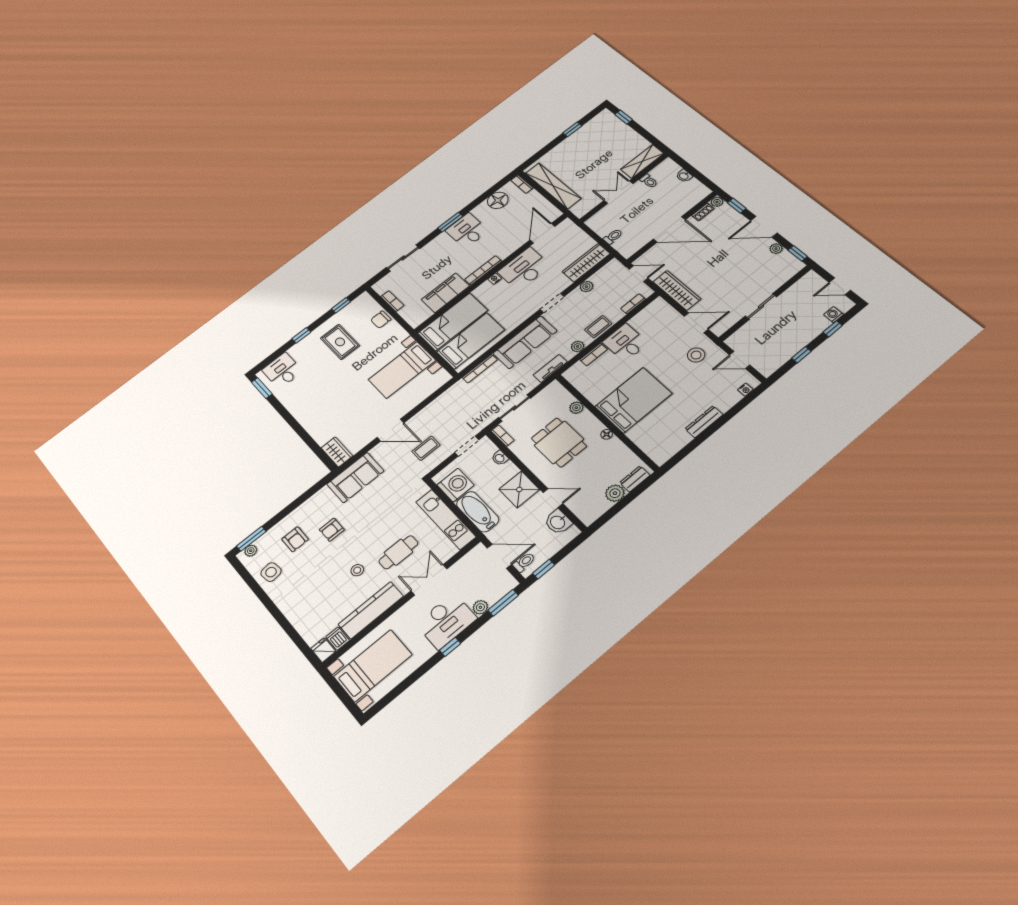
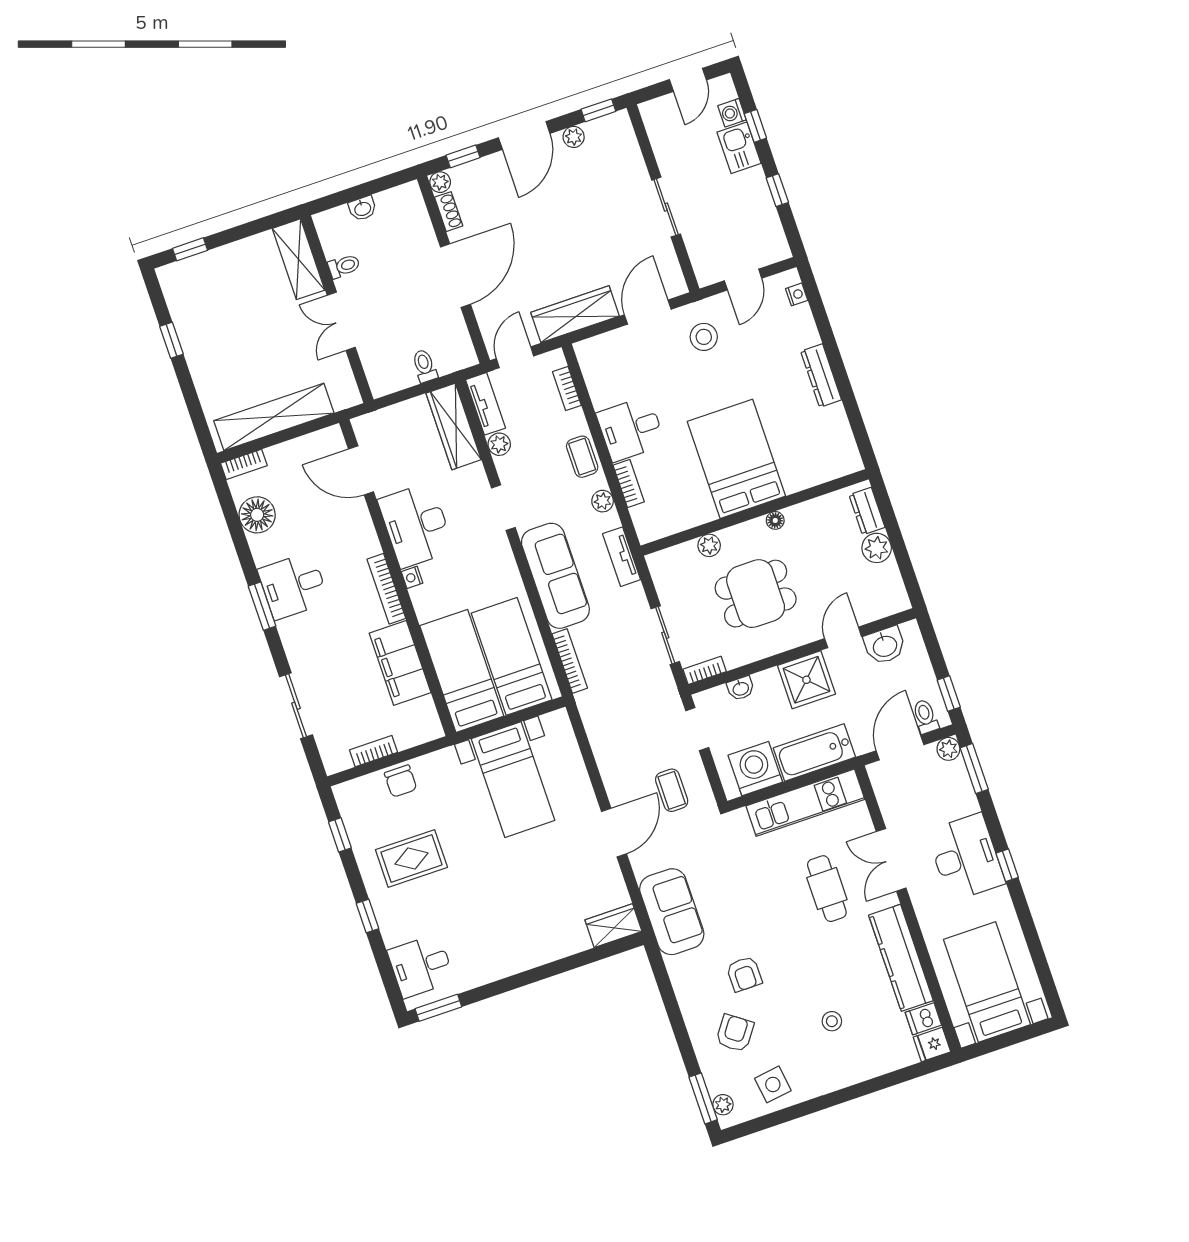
tv unit: (606, 271) -> (486, 404), added
kitchen sink: (815, 326) -> (739, 148), added
armchair: (295, 539) -> (735, 1033), turned -54
stool: (357, 570) -> (832, 1021), moved
plant: (480, 607) -> (948, 749), moved

